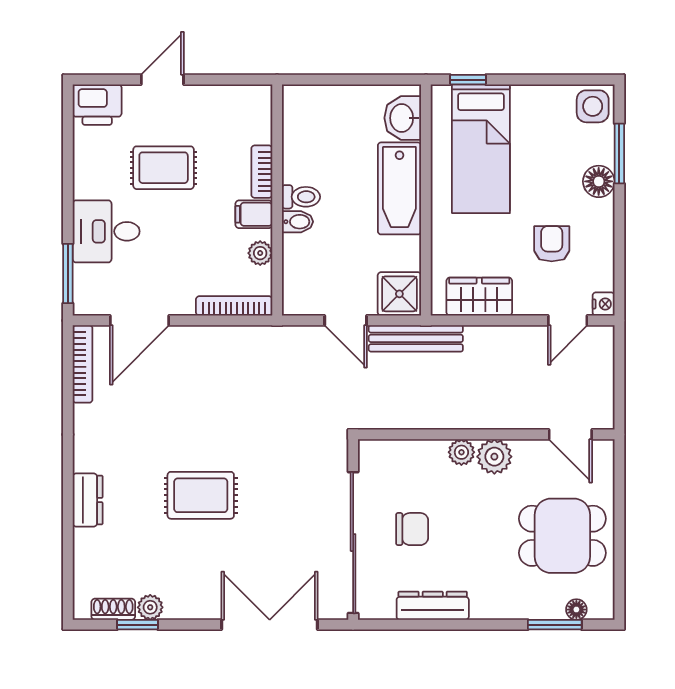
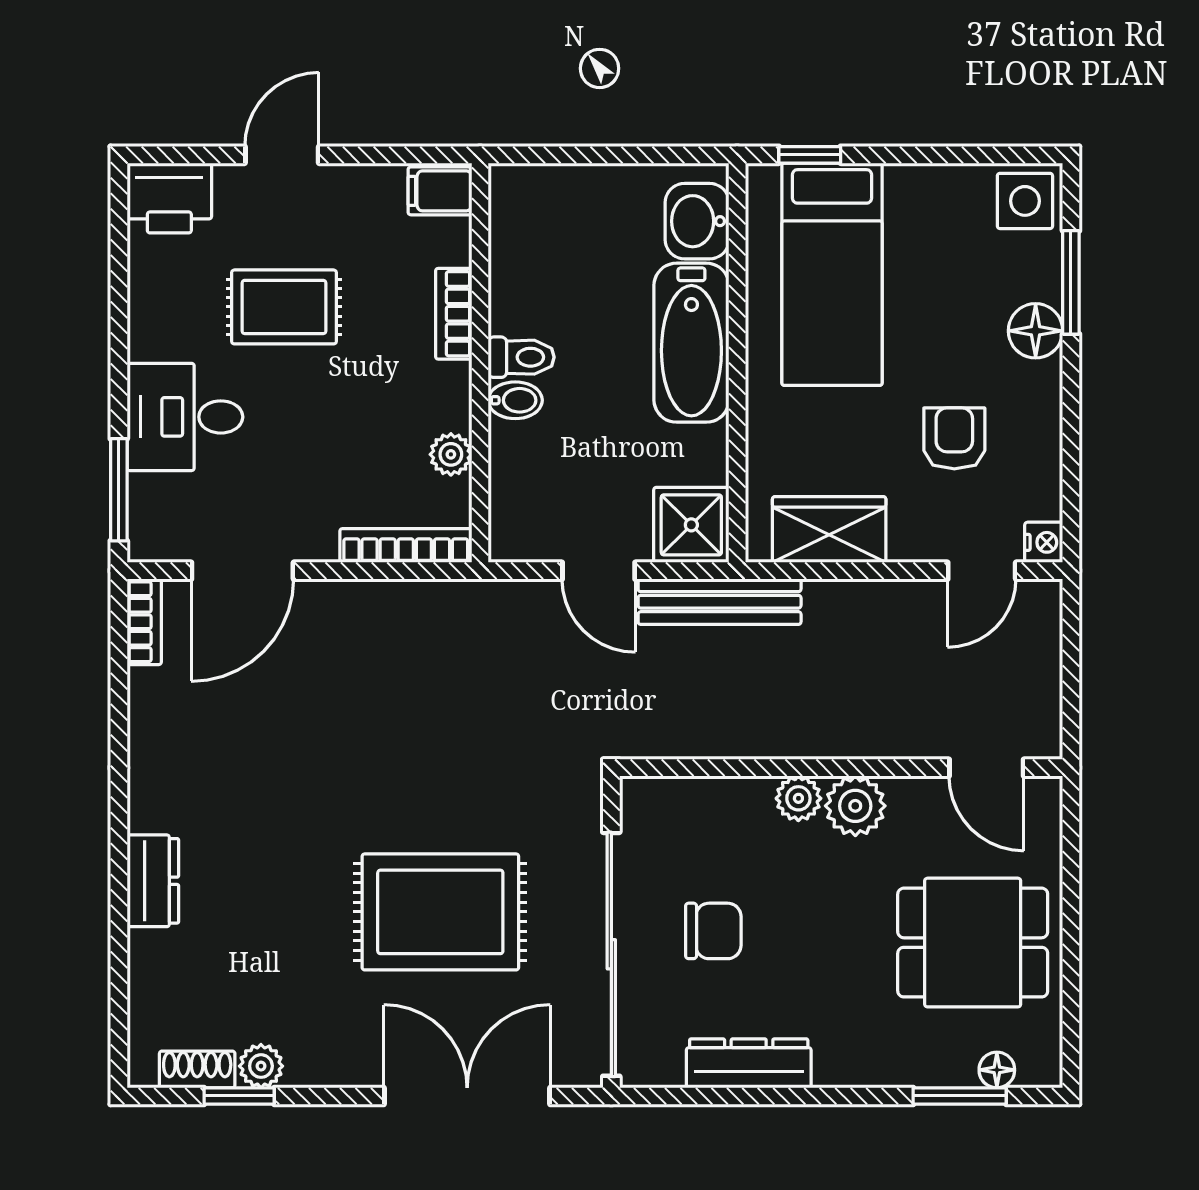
filing cabinet: (254, 214) -> (440, 191), moved
bookcase: (83, 364) -> (144, 622), width x0.64
rug: (201, 495) -> (440, 912), moved, width x1.36, depth x1.43

